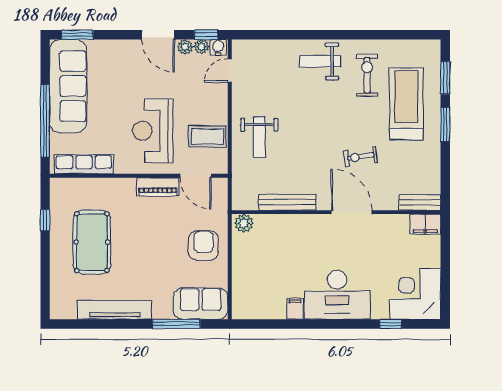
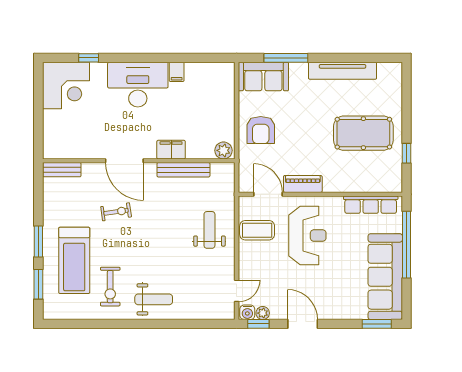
plant: (185, 47) -> (278, 313), removed
filing cabinet: (425, 224) -> (171, 150), moved
pool table: (92, 242) -> (363, 133), turned 90

